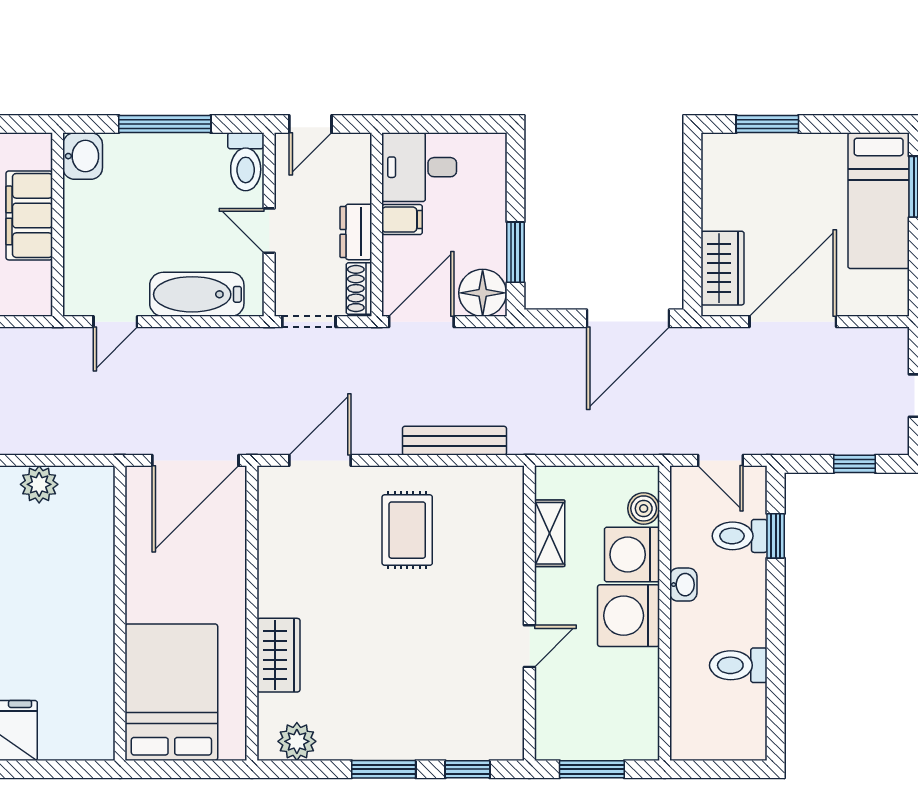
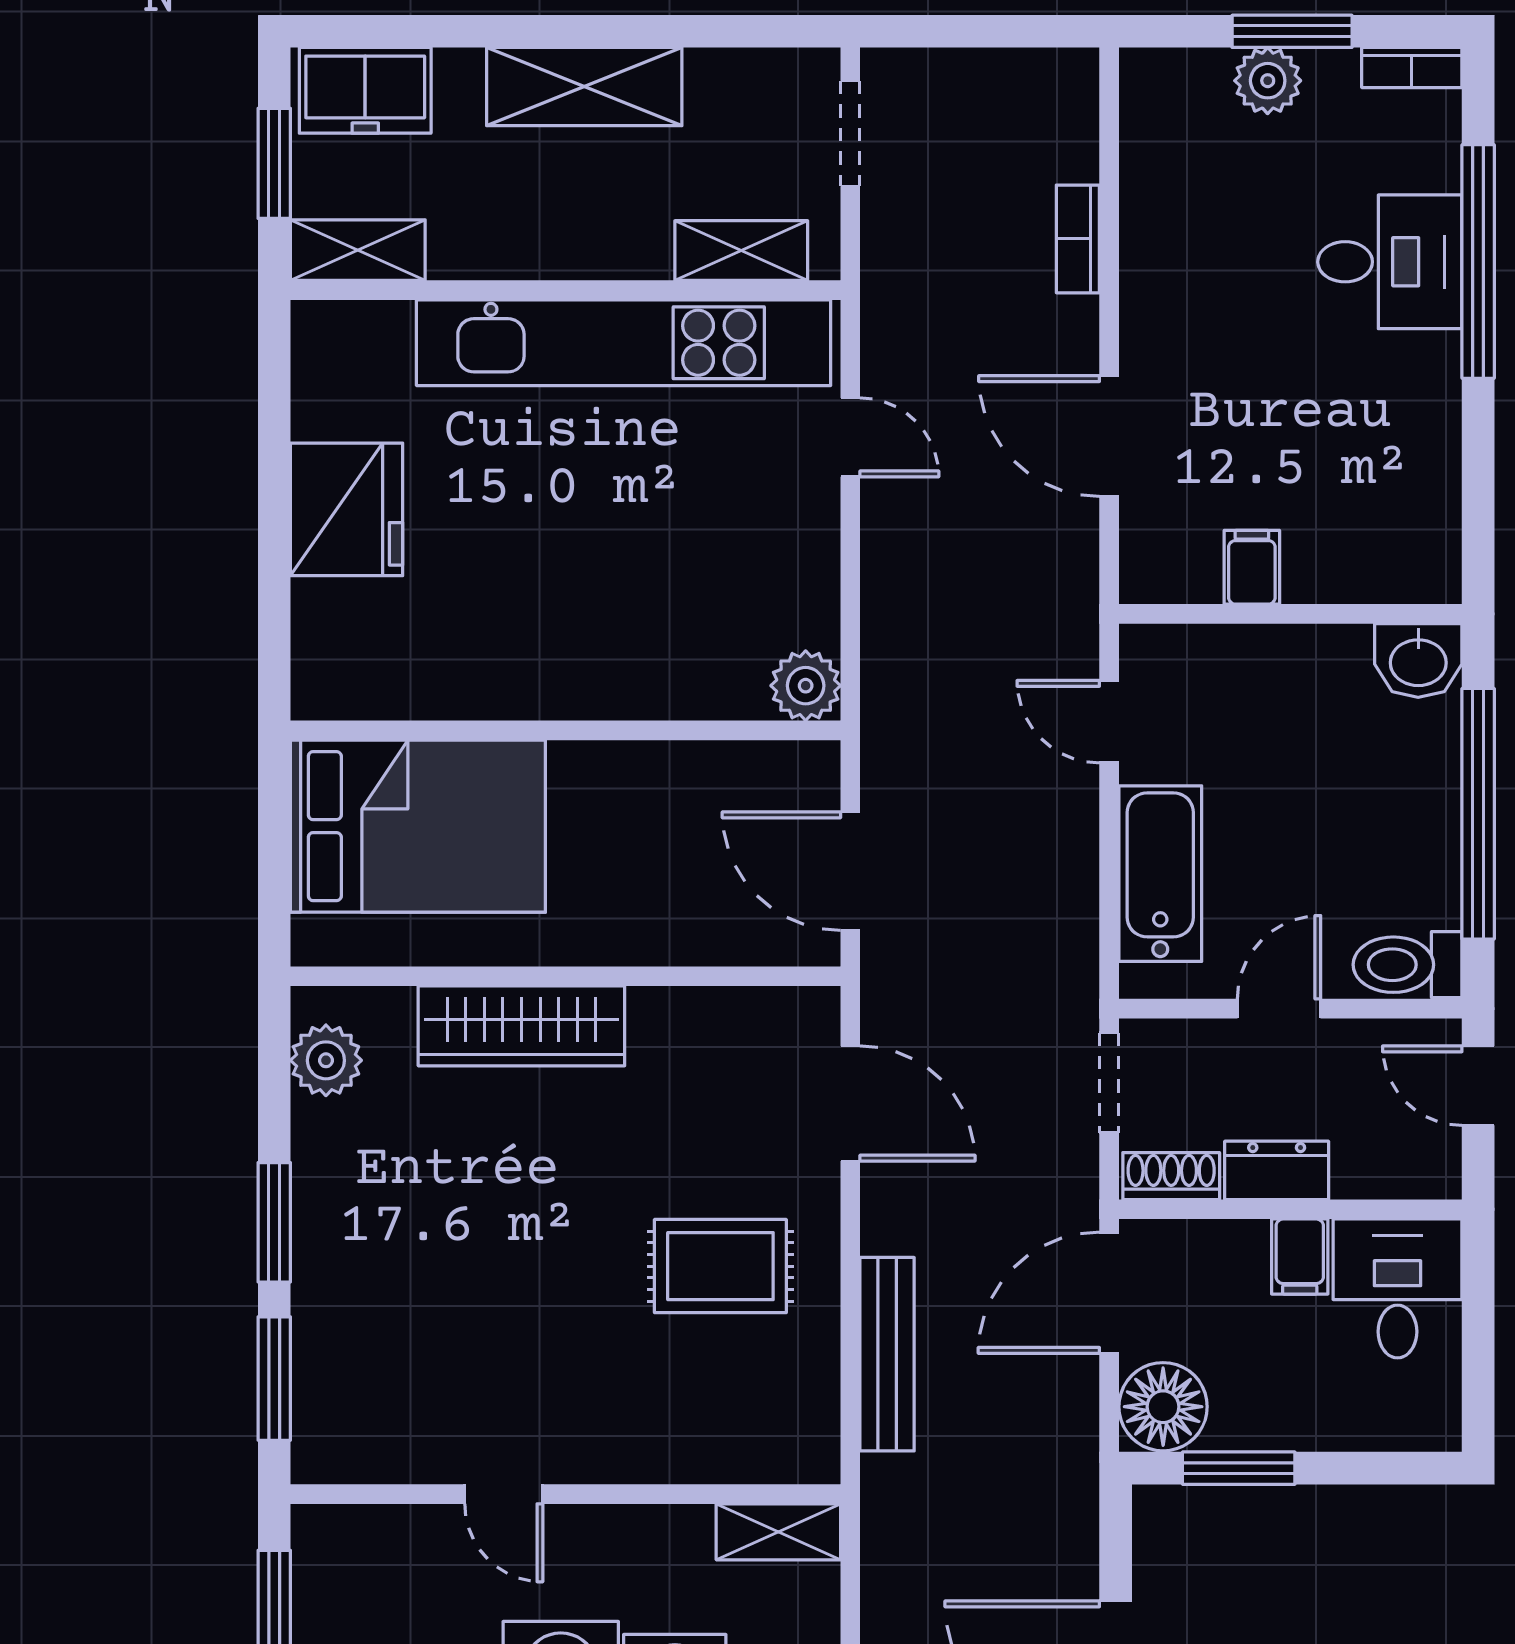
window: (165, 124) -> (1478, 814), width x1.46
filing cabinet: (29, 215) -> (1252, 567), width x0.33, depth x0.86
door: (421, 322) -> (1109, 1293), swing flipped
door: (195, 460) -> (850, 871), width x0.73
plant: (39, 484) -> (806, 686), moved
shelving: (550, 533) -> (778, 1532), moved
wardrobe: (278, 655) -> (521, 1026), width x1.50
window: (467, 769) -> (274, 1379), width x1.50

